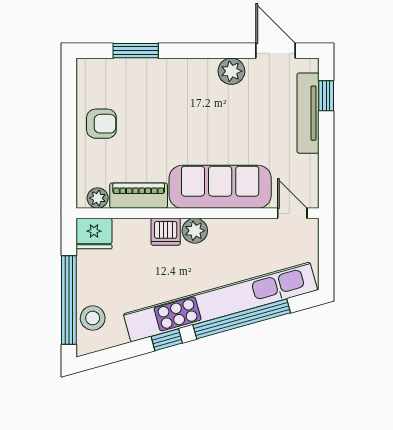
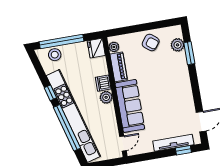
plant: (231, 71) -> (178, 45), moved
armchair: (101, 124) -> (151, 43), turned -52

